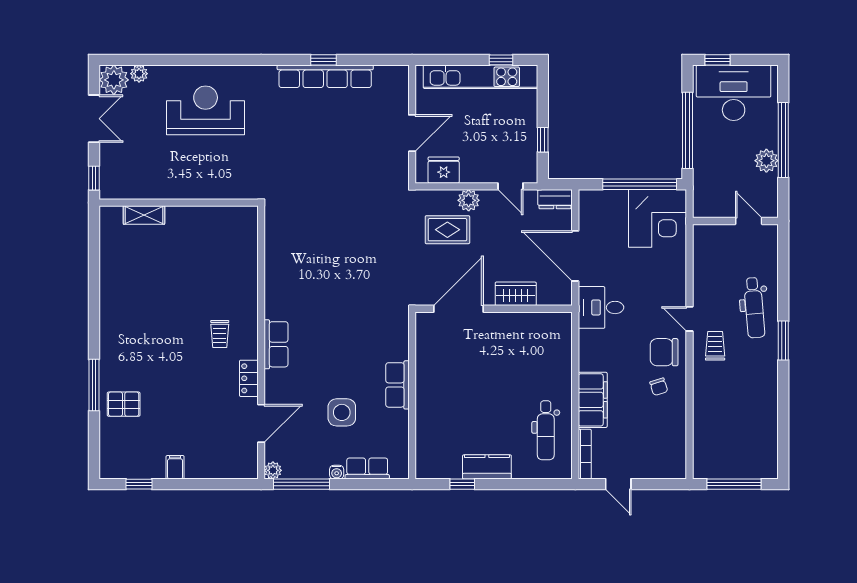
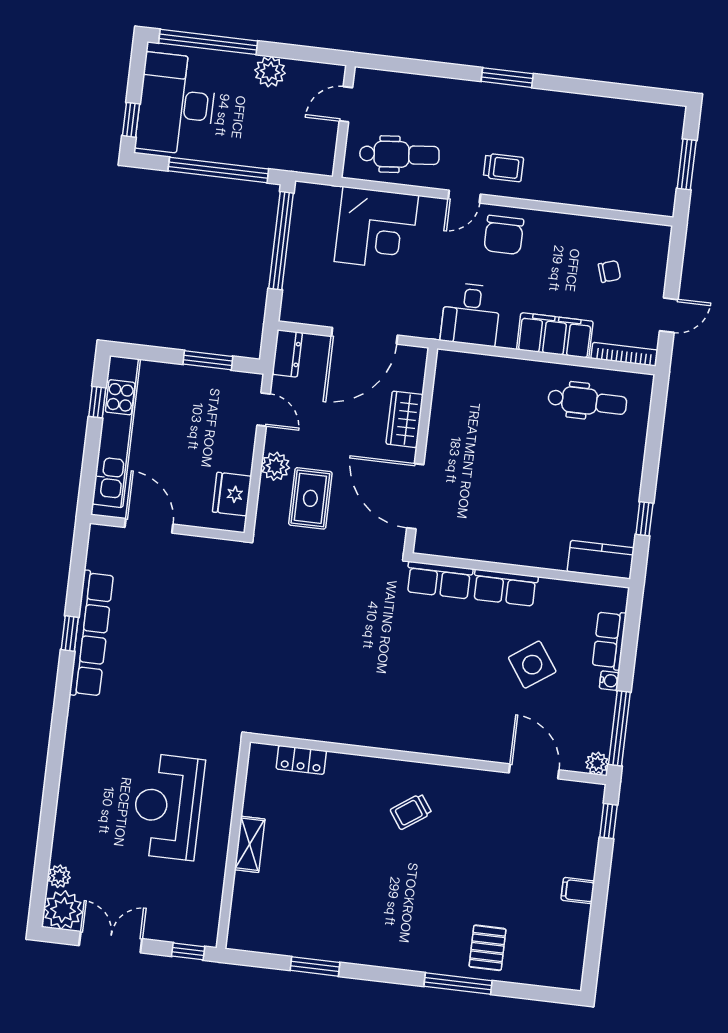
reception desk: (206, 110) -> (168, 807), moved
door: (412, 133) -> (149, 526), moved
window: (543, 140) -> (208, 360), width x1.50
window: (783, 140) -> (208, 42), moved
door: (510, 186) -> (264, 410), hinge flipped
shelving: (144, 215) -> (250, 844), moved
corner desk: (658, 218) -> (376, 228), moved, turned 90
window: (94, 275) -> (315, 966), added
desk: (601, 307) -> (471, 314), moved
dental chair: (754, 308) -> (399, 154), moved
trolley: (220, 334) -> (411, 812), turned 145
row of seats: (276, 344) -> (439, 580), moved, turned 180
trolley: (715, 346) -> (503, 168), turned 180
locker: (249, 378) -> (301, 760), moved
chair: (659, 387) -> (609, 271), moved
side table: (342, 412) -> (532, 665), turned -35
kitchen counter: (487, 467) -> (601, 560), moved, turned 90
window: (139, 484) -> (608, 821), moved
window: (734, 484) -> (687, 164), width x0.69

